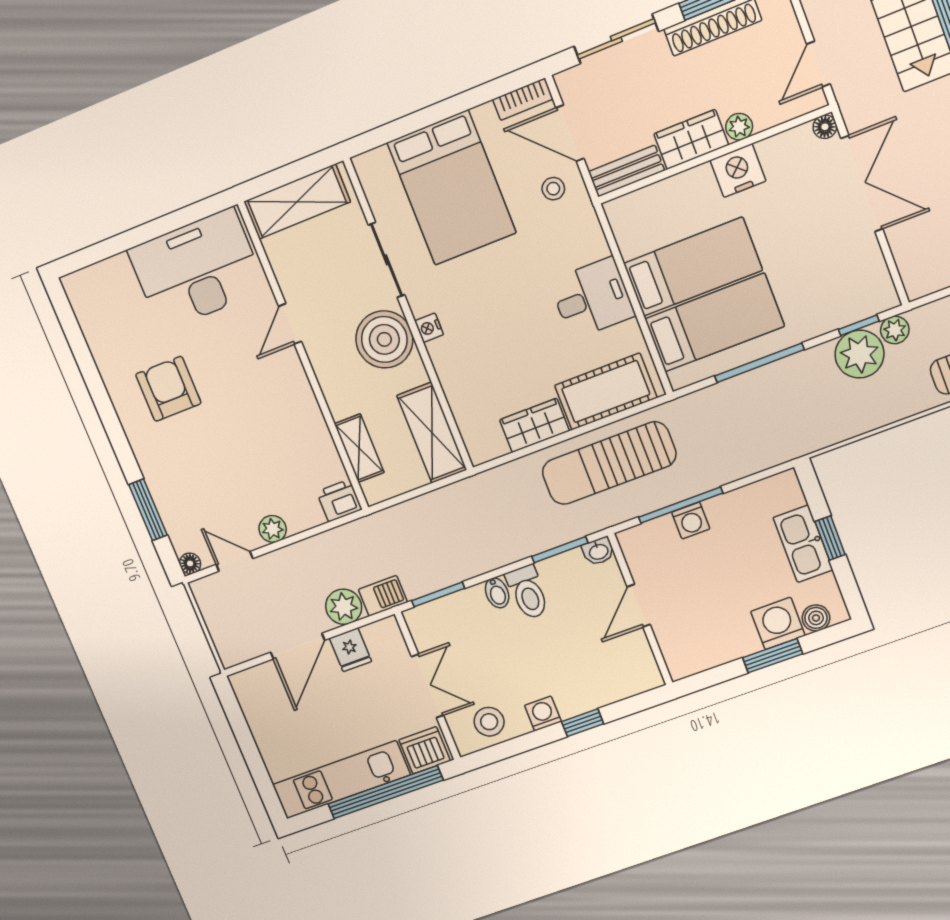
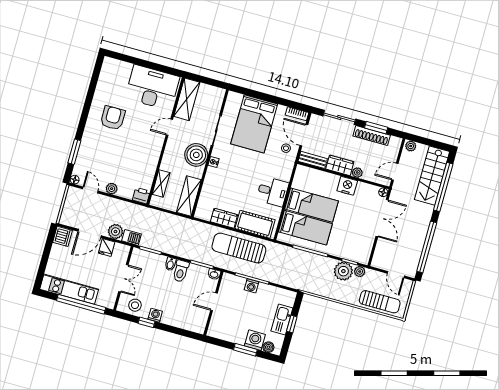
shelving: (297, 202) -> (187, 99), moved, turned 90
window: (582, 723) -> (146, 322), moved
dishwasher: (425, 750) -> (63, 236), moved, turned 90

